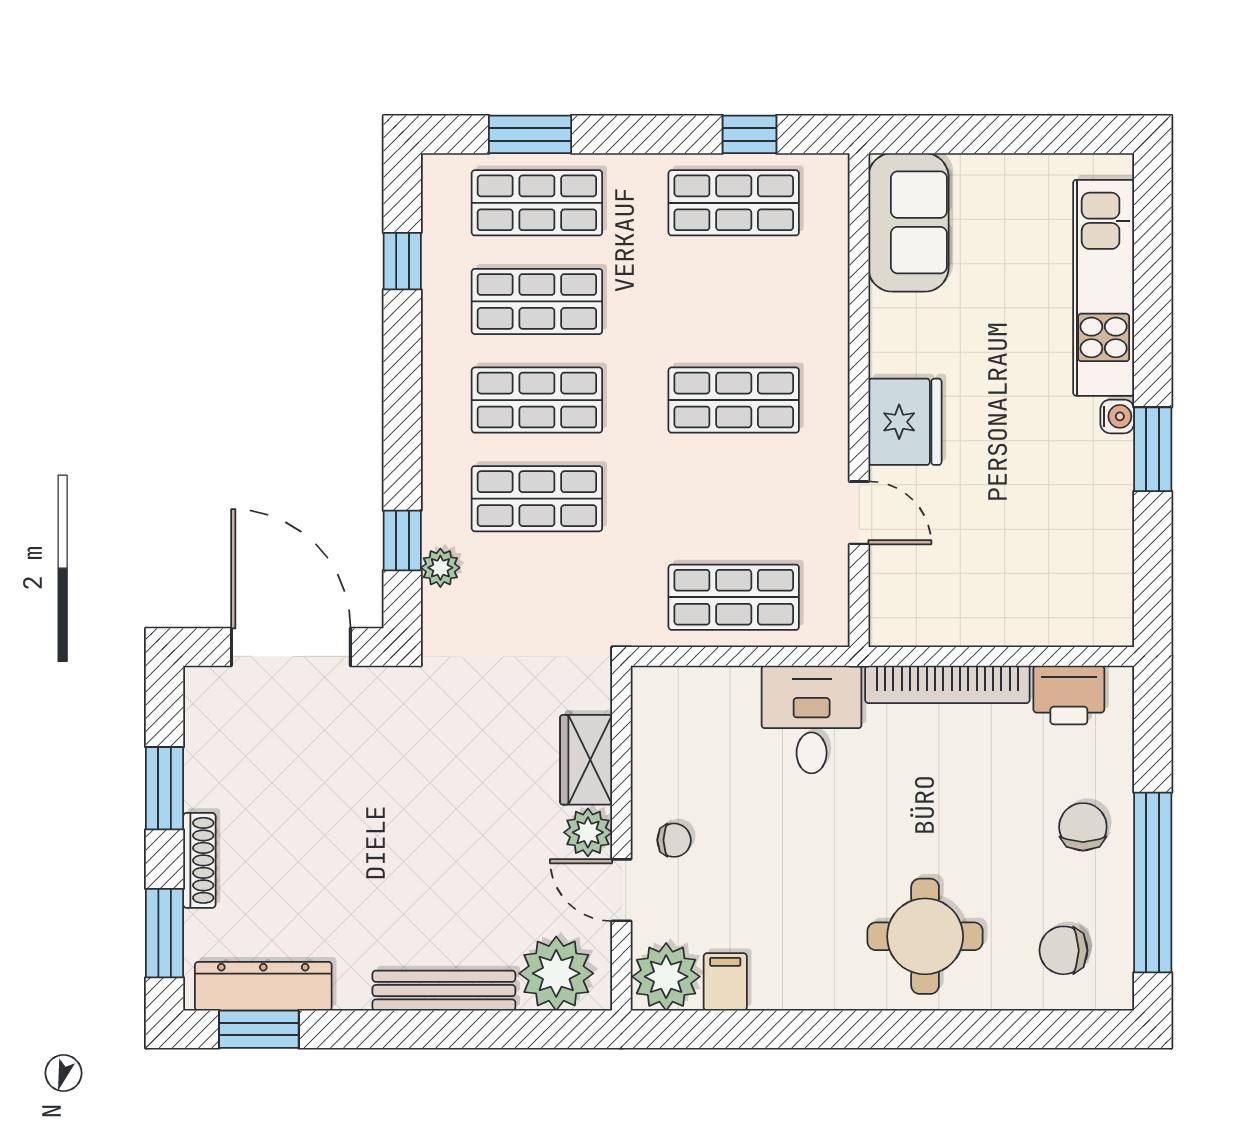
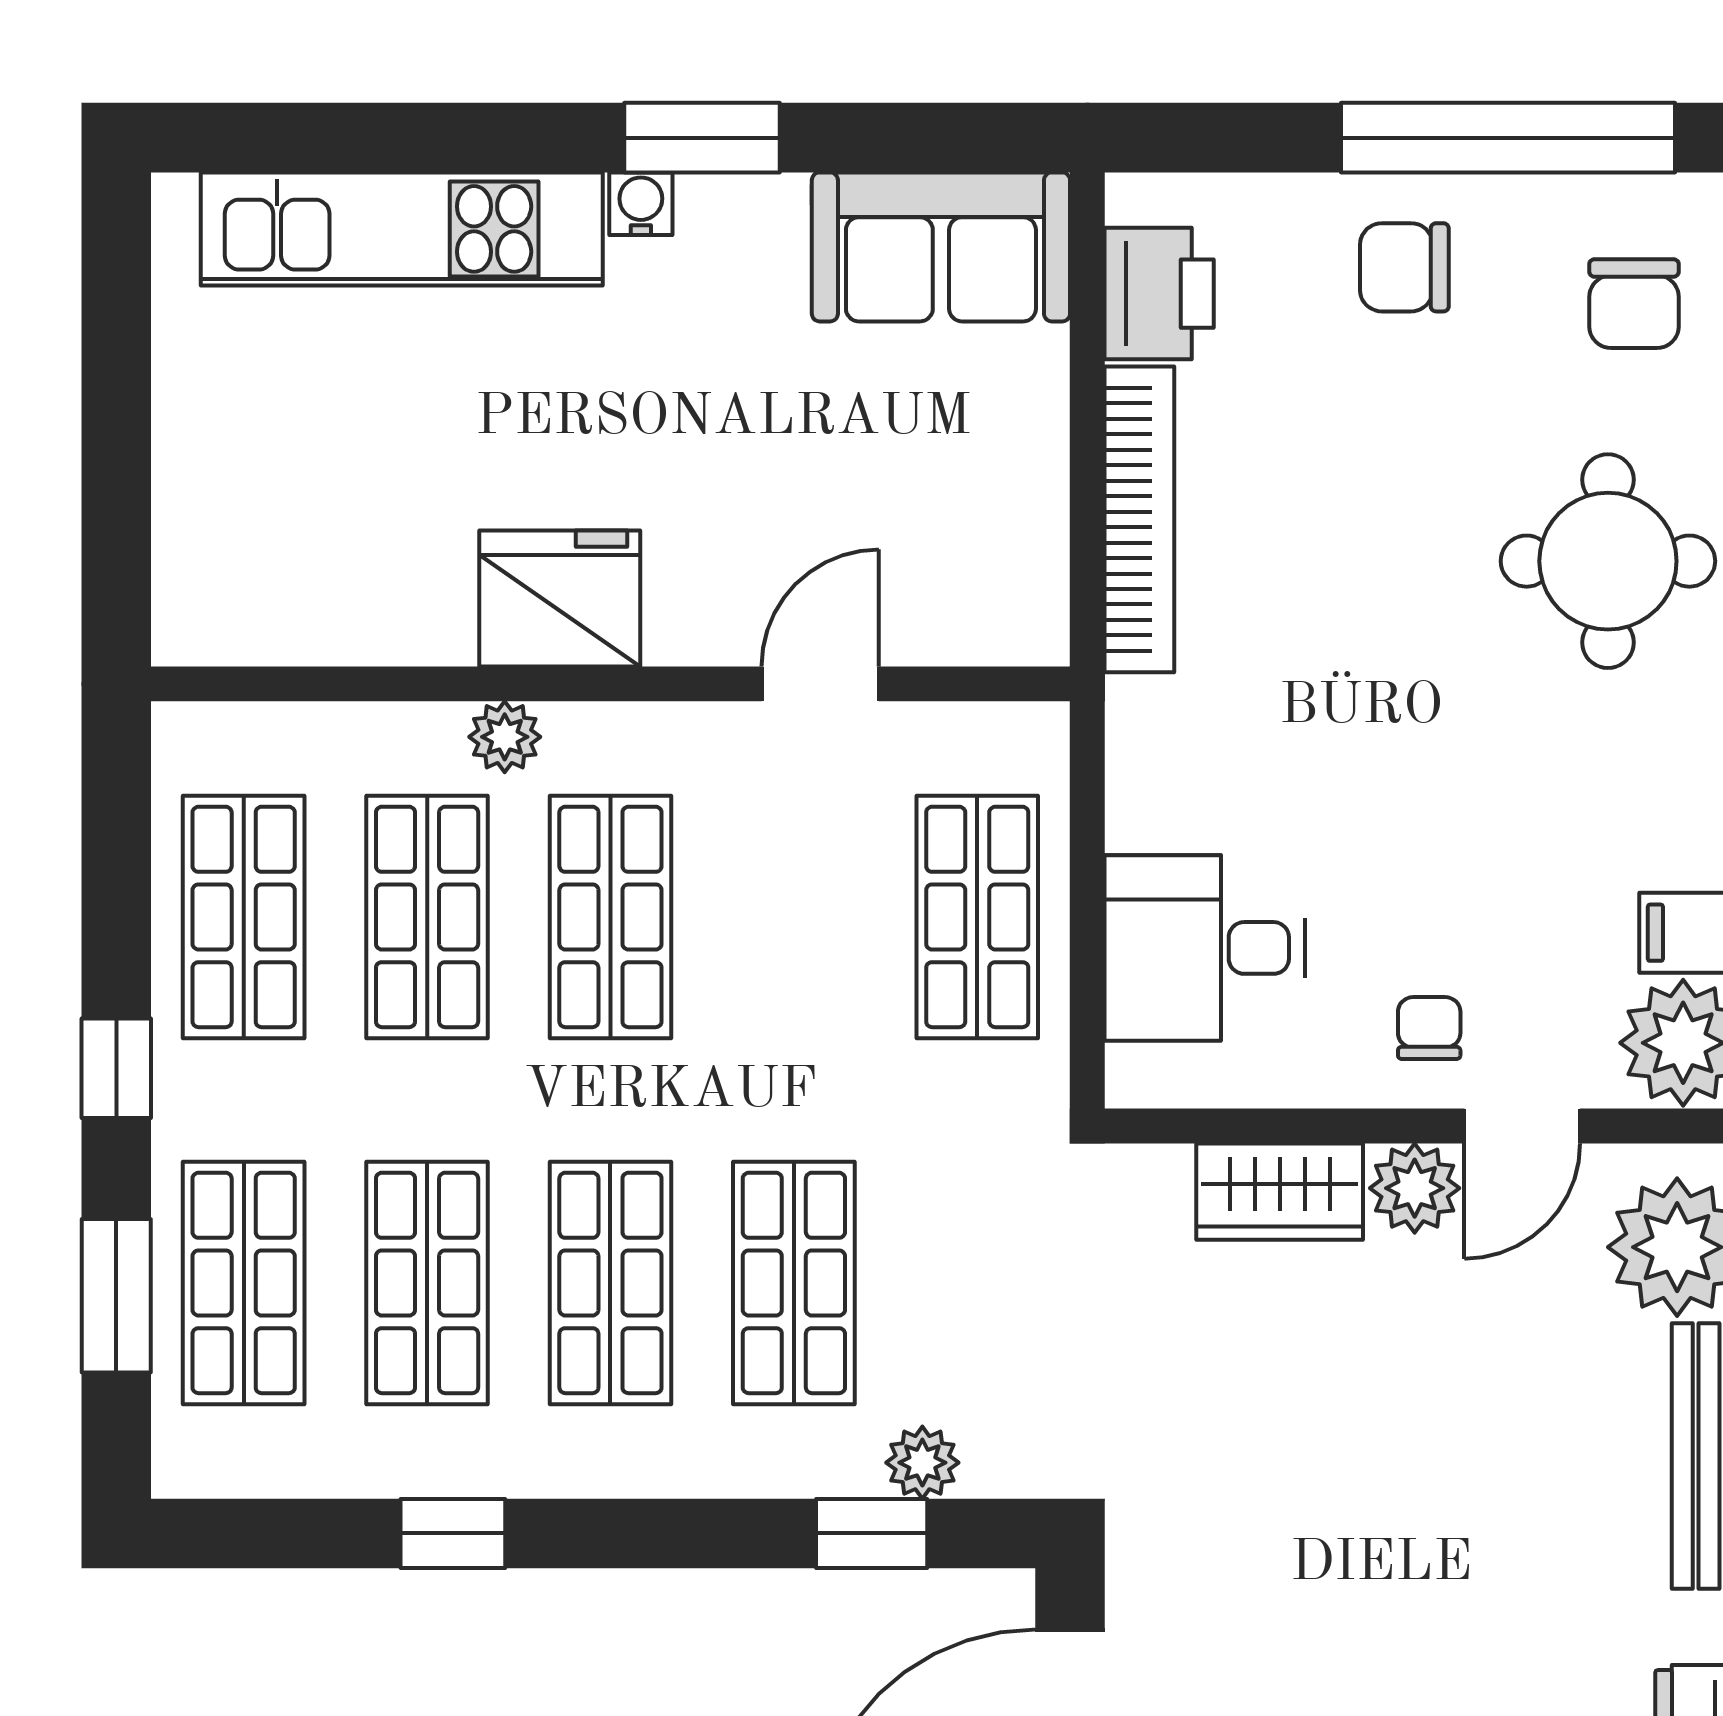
window: (750, 134) -> (116, 1068), moved
sofa: (908, 222) -> (941, 247), moved, turned 180
window: (402, 261) -> (453, 1533), moved
shop shelf: (734, 301) -> (427, 917), added
plant: (831, 343) -> (505, 737), added
fridge: (905, 422) -> (560, 598), moved
desk: (812, 720) -> (1205, 948), moved

